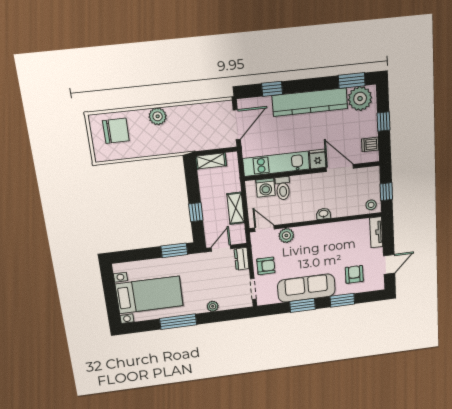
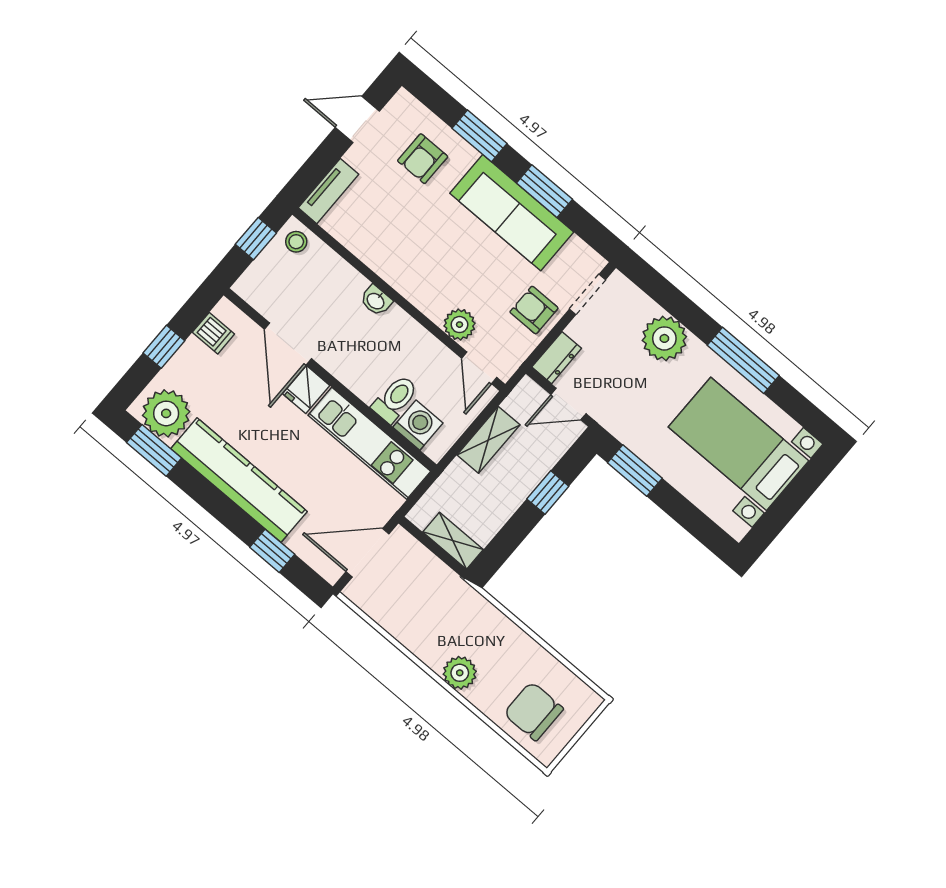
plant: (213, 306) -> (664, 338), width x1.88, depth x1.88

